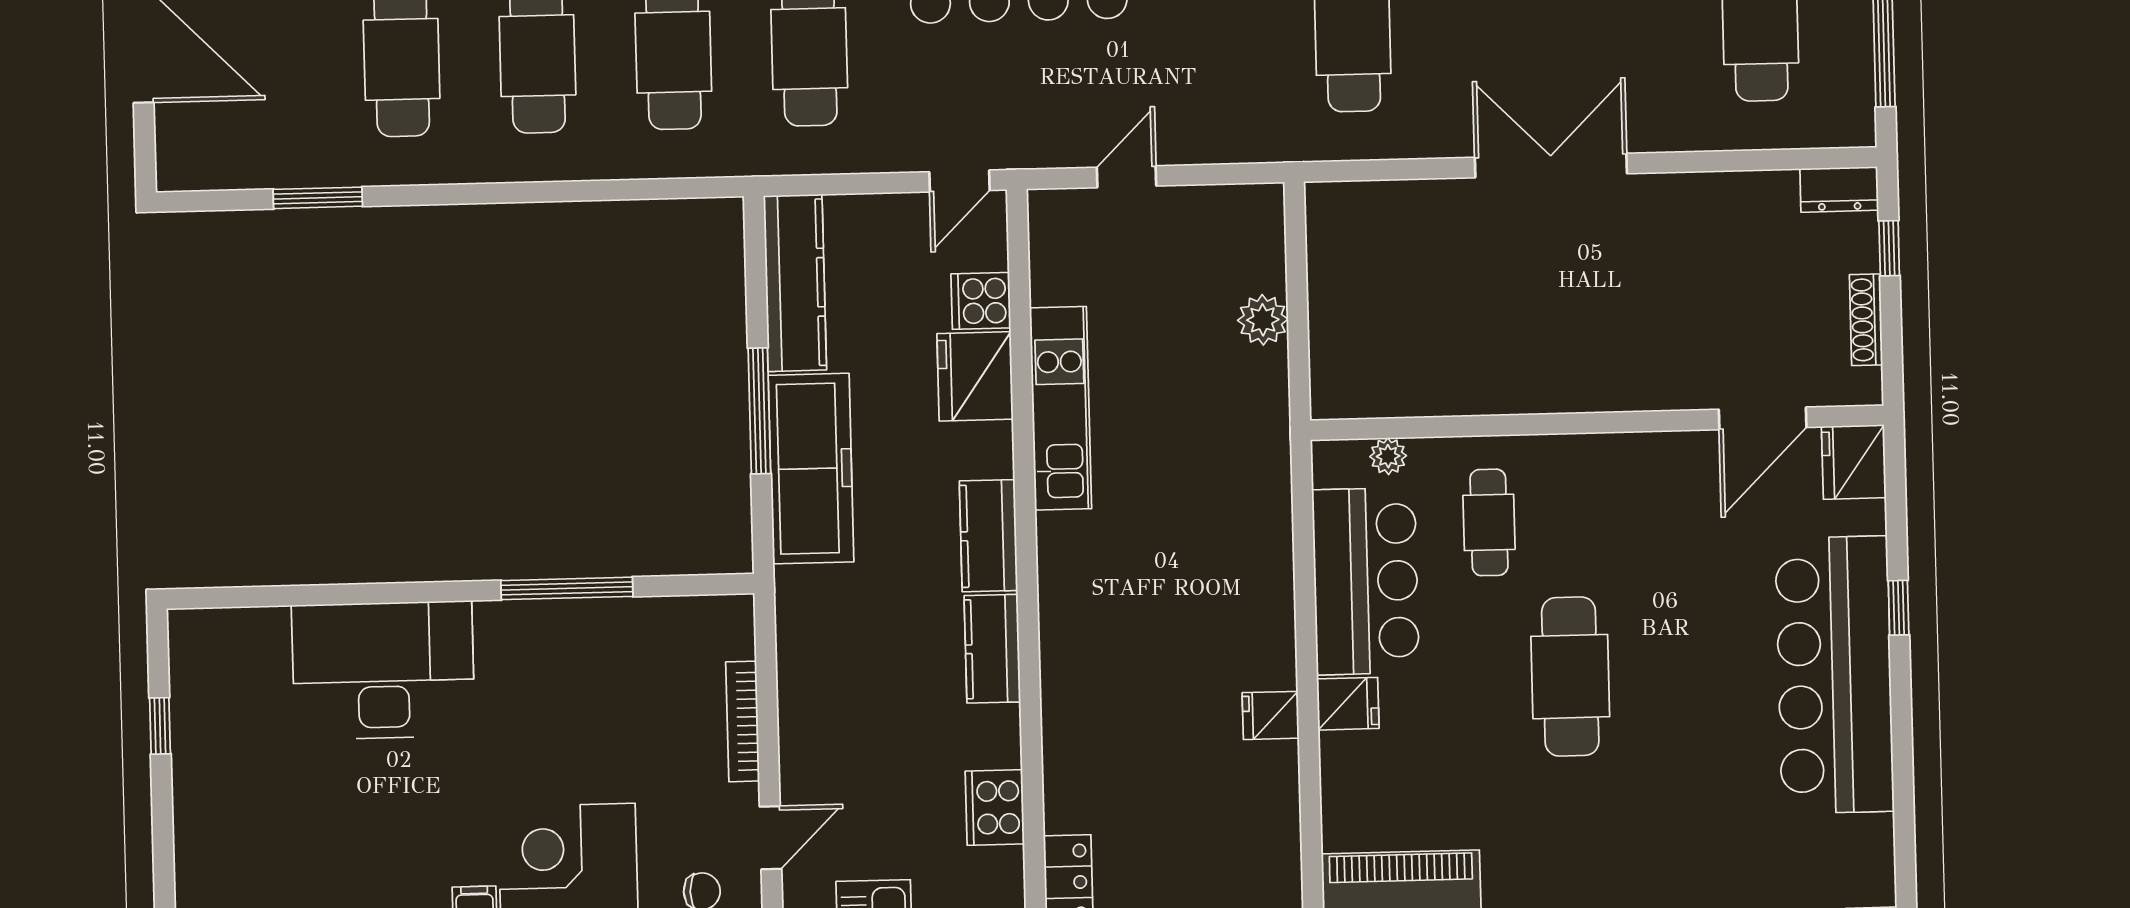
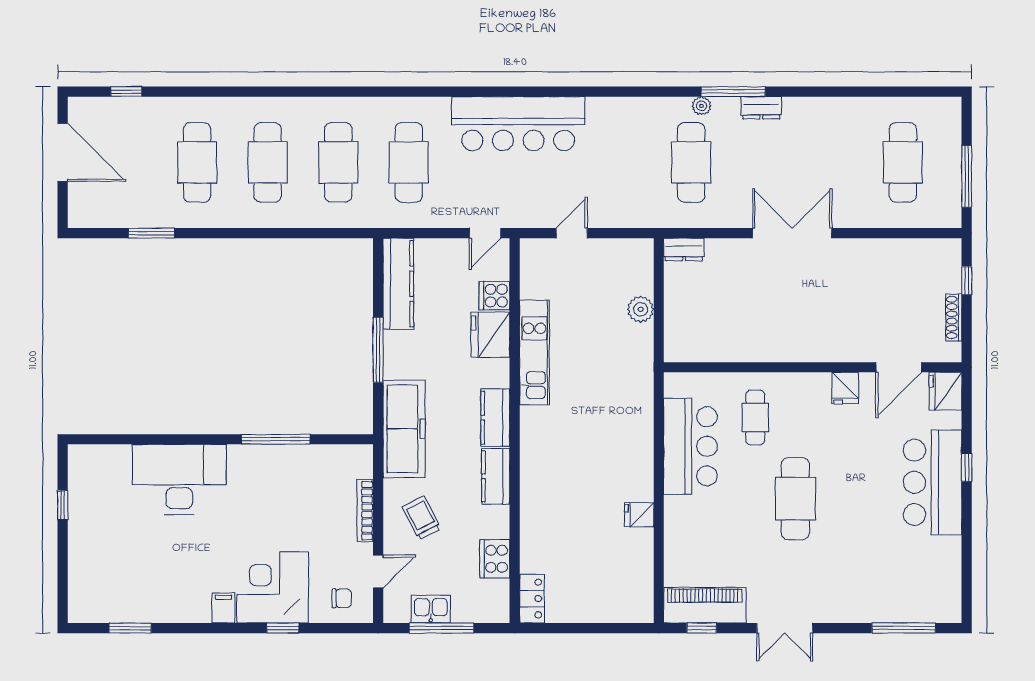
dresser: (1839, 189) -> (684, 249), moved
plant: (1388, 456) -> (704, 382), removed
freezer: (811, 469) -> (404, 429), moved
bar counter: (1835, 675) -> (933, 482), width x0.73
fridge: (1348, 704) -> (845, 388), moved, turned 90
trolley: (852, 732) -> (422, 518), added

